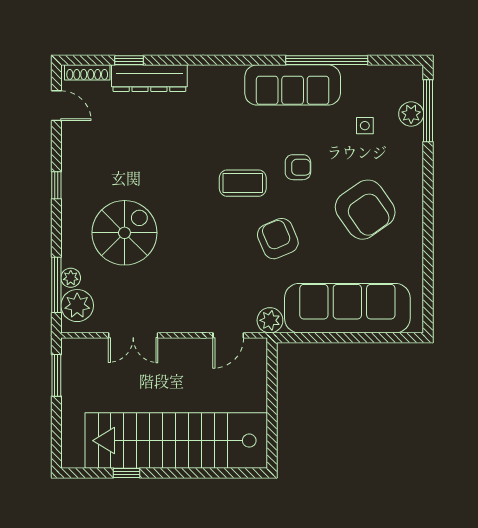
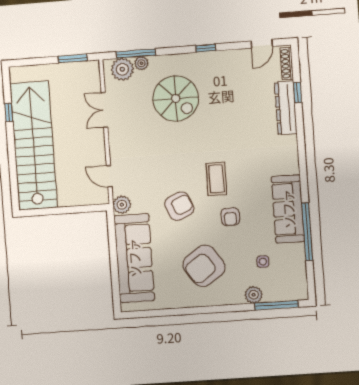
plant: (411, 114) -> (254, 295), moved

